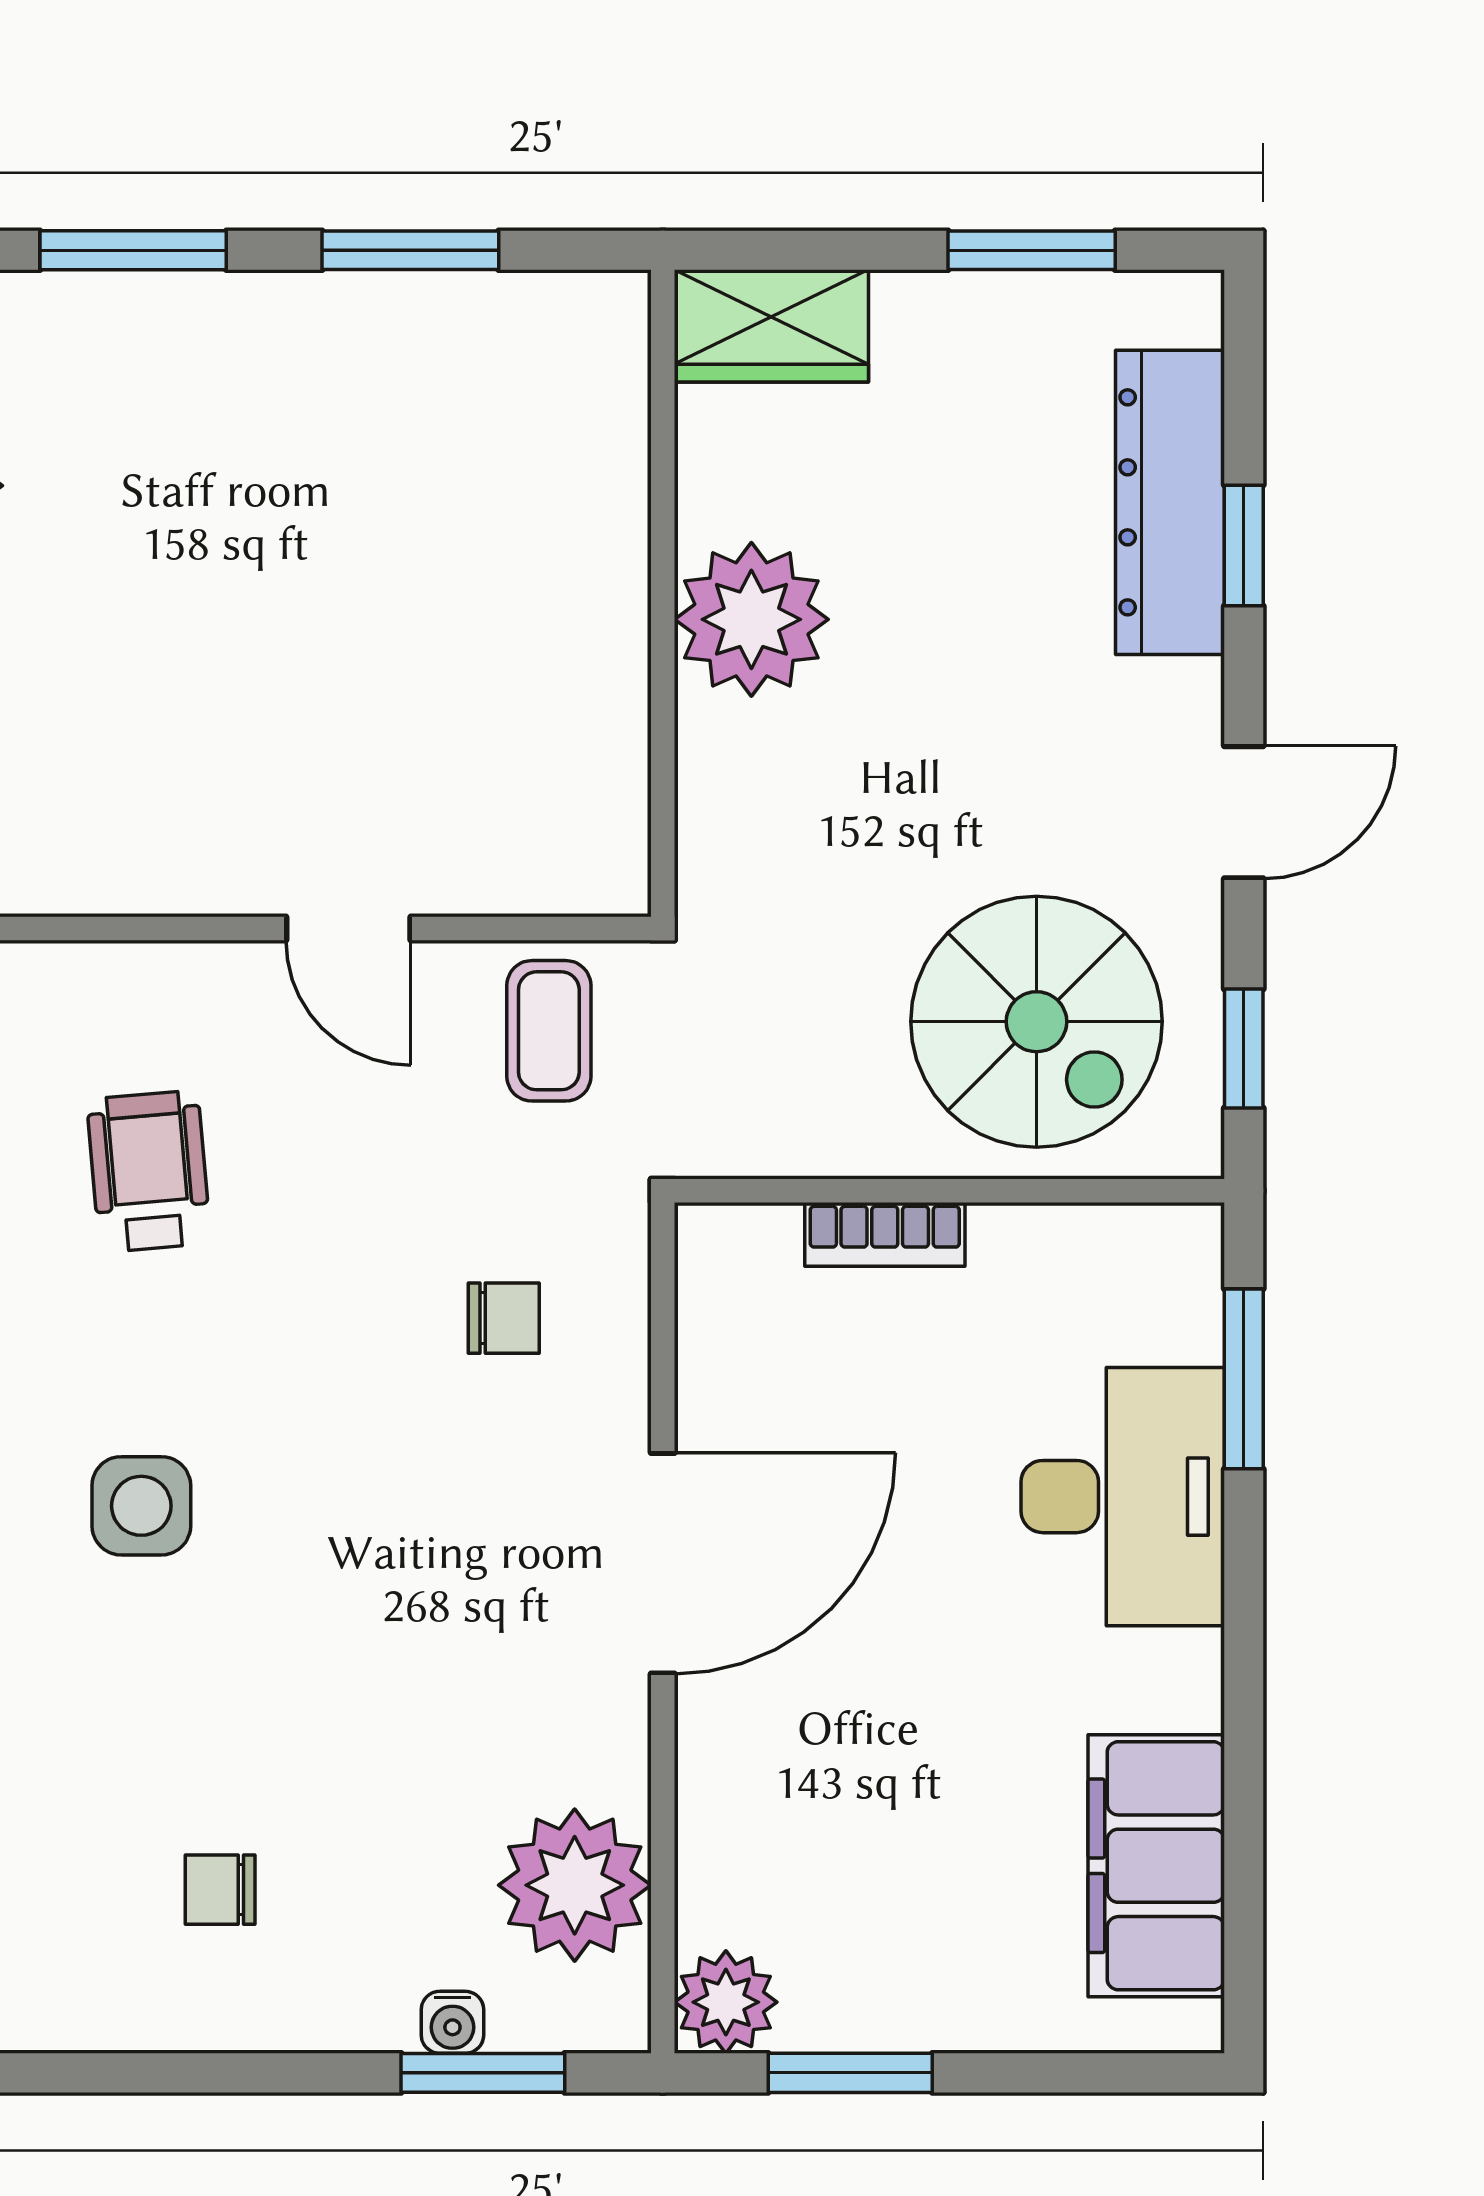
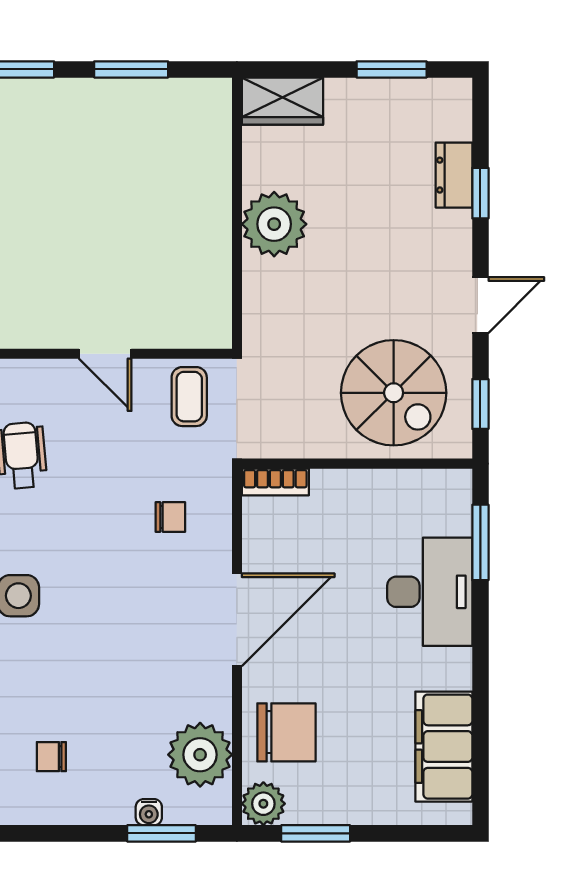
dresser: (1170, 502) -> (454, 175), width x0.51, depth x0.80
bookcase: (885, 1234) -> (275, 482), moved
chair: (781, 1832) -> (286, 732), added

